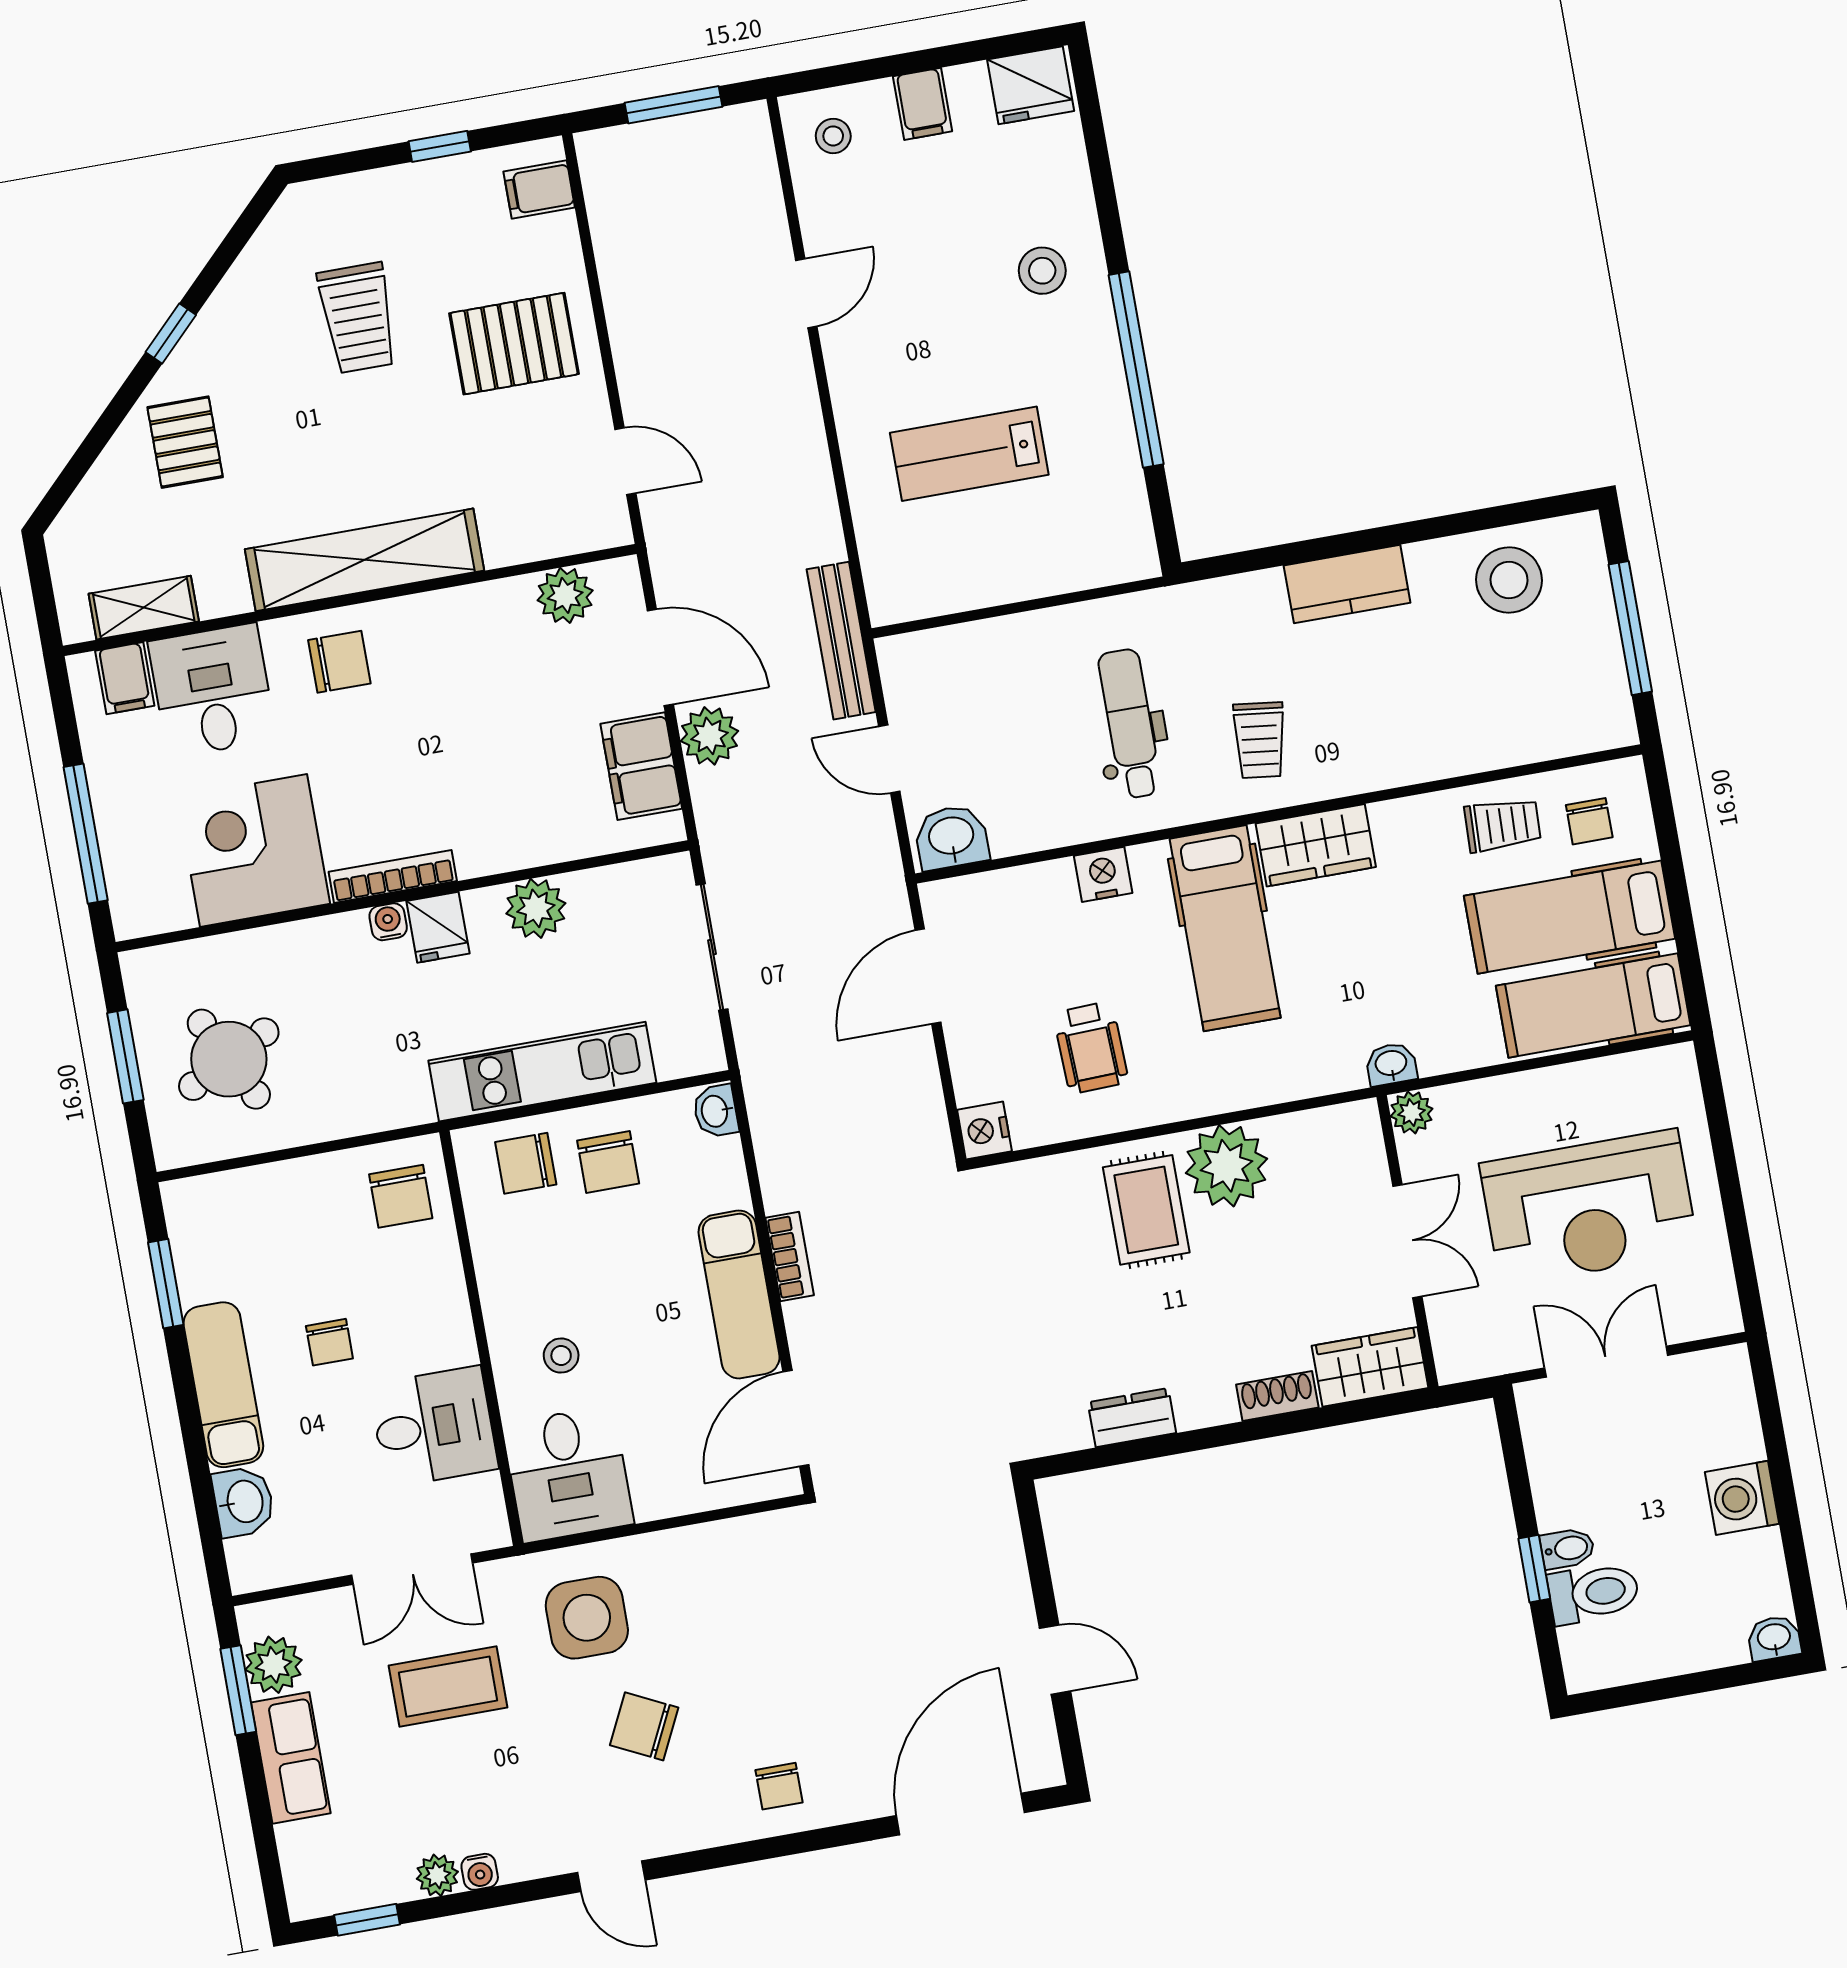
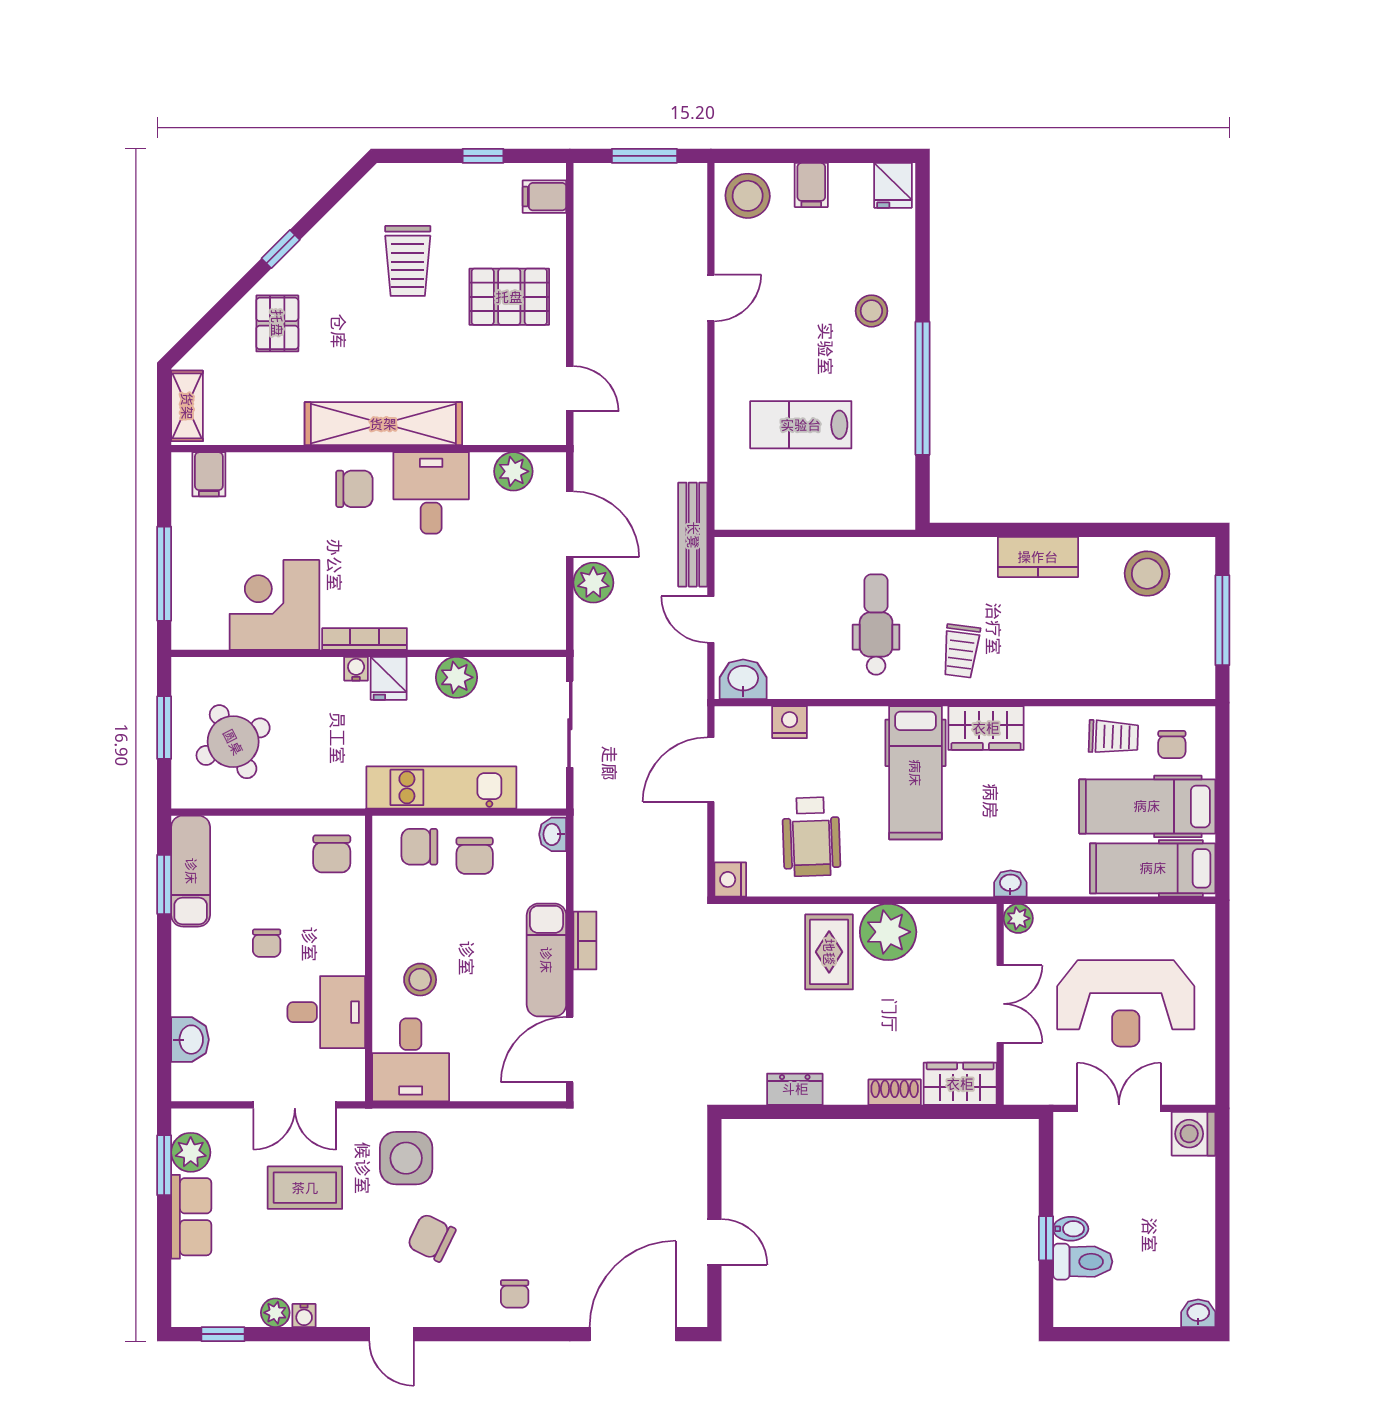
fridge: (1031, 85) -> (893, 185), width x0.72
stool: (833, 136) -> (748, 196), width x1.89, depth x1.89
shelving: (144, 608) -> (187, 406), moved, turned 90
desk: (212, 690) -> (431, 493), moved
filing cabinet: (641, 766) -> (544, 595), removed
nightstand: (1103, 874) -> (790, 722), moved
wheelchair: (1091, 1048) -> (811, 837), width x1.36, depth x1.37
stool: (561, 1356) -> (420, 980), width x1.37, depth x1.37
exam couch: (223, 1385) -> (191, 871), moved
washing machine: (1742, 1498) -> (1193, 1134), moved

